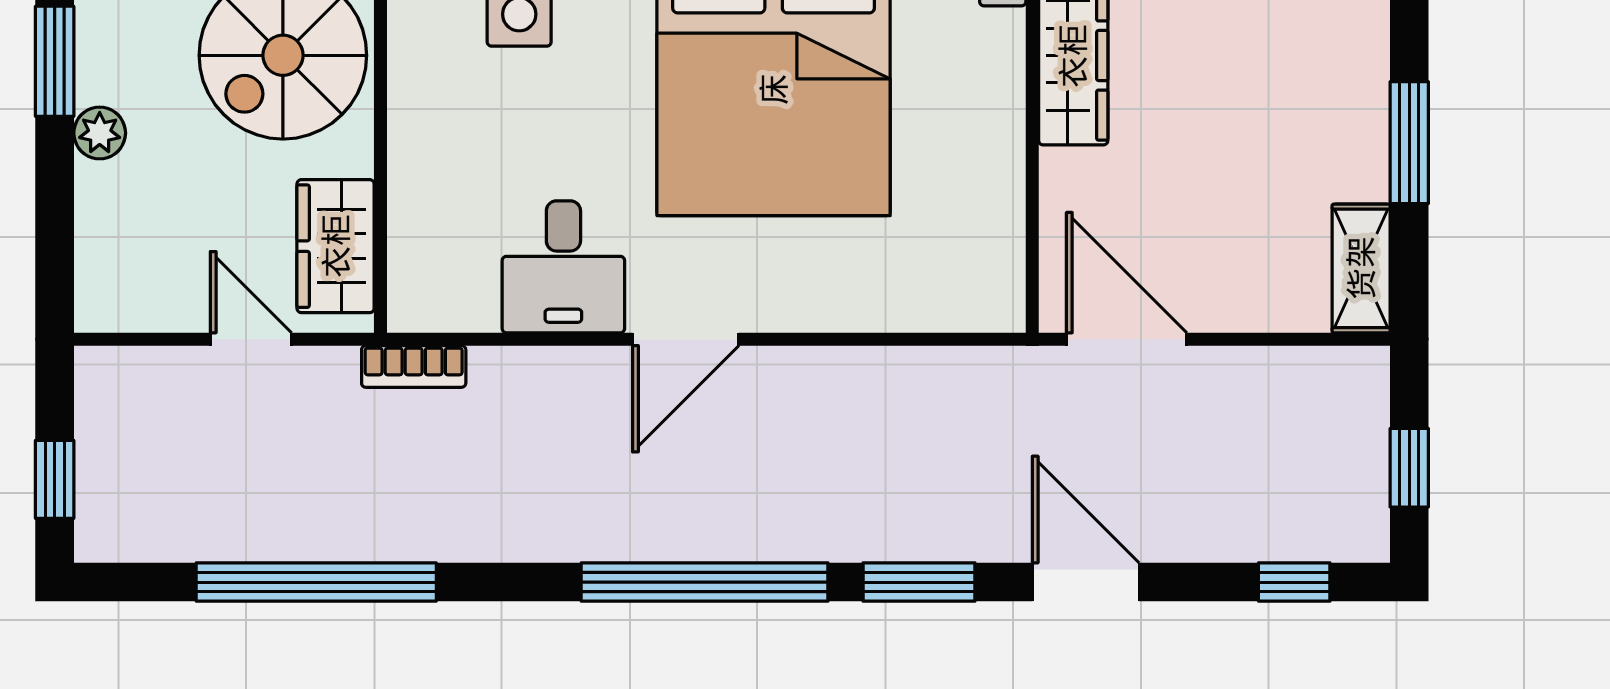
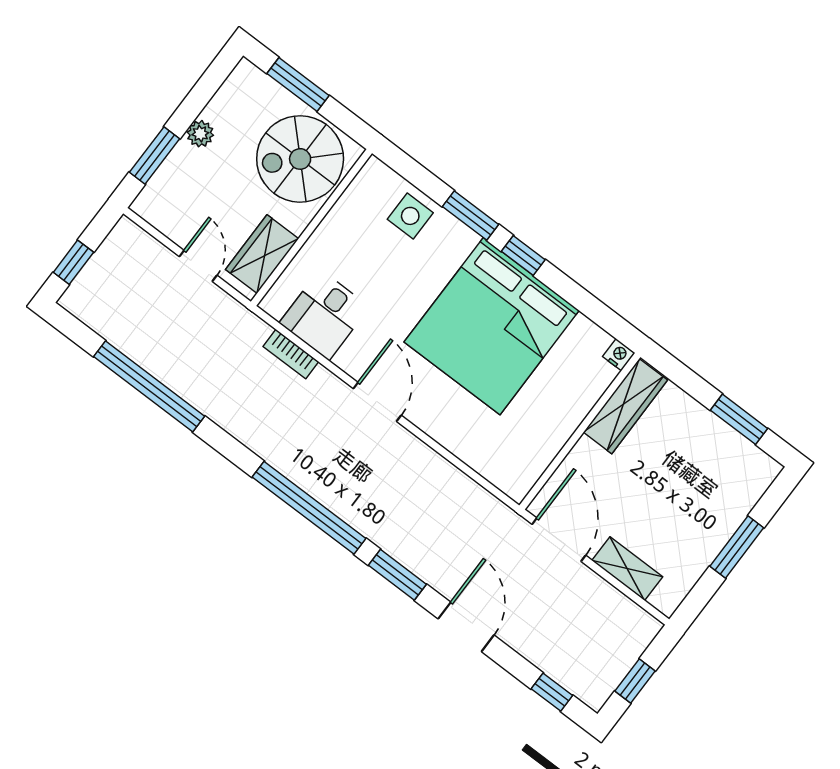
window: (55, 61) -> (154, 156), moved
desk: (563, 267) -> (324, 315), moved
shelving: (1361, 268) -> (627, 569), moved, turned 90
door: (686, 339) -> (377, 402), swing flipped
bookcase: (414, 366) -> (291, 354), moved

